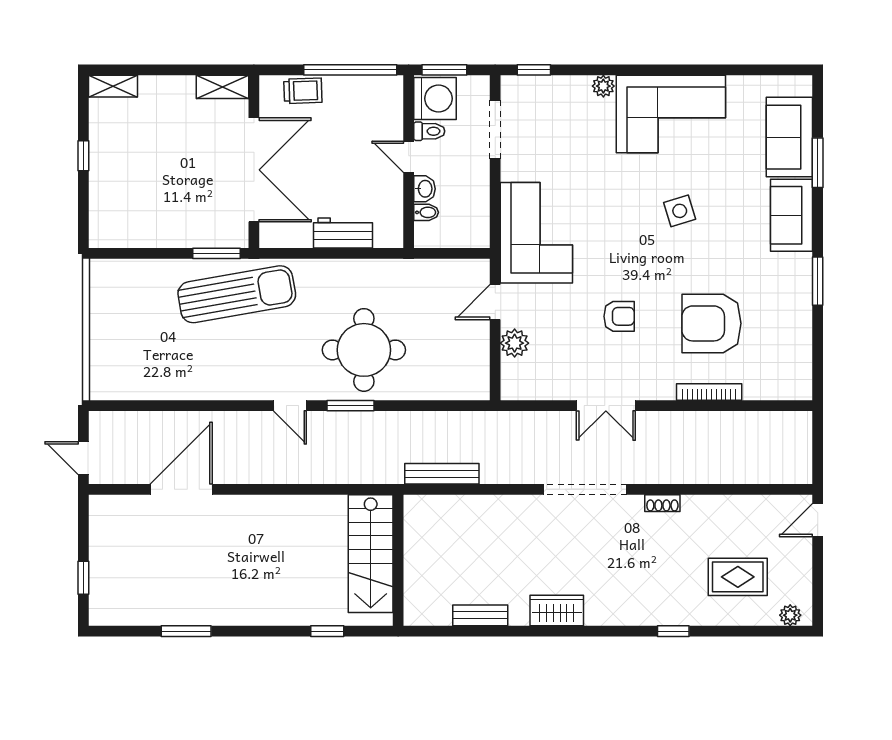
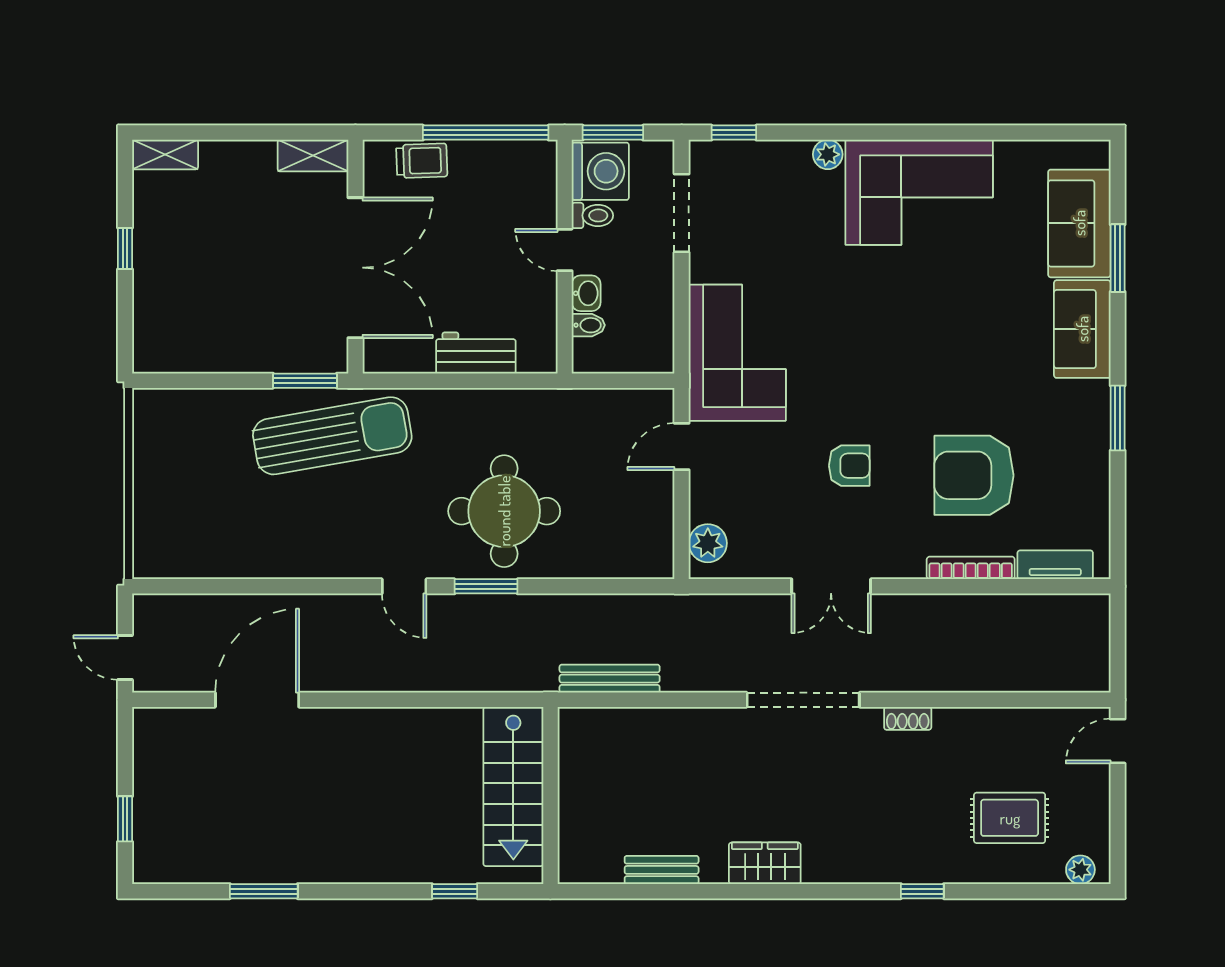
side table: (680, 211) -> (931, 323), removed
plant: (515, 343) -> (708, 543), moved
tv unit: (772, 390) -> (1055, 565), added

